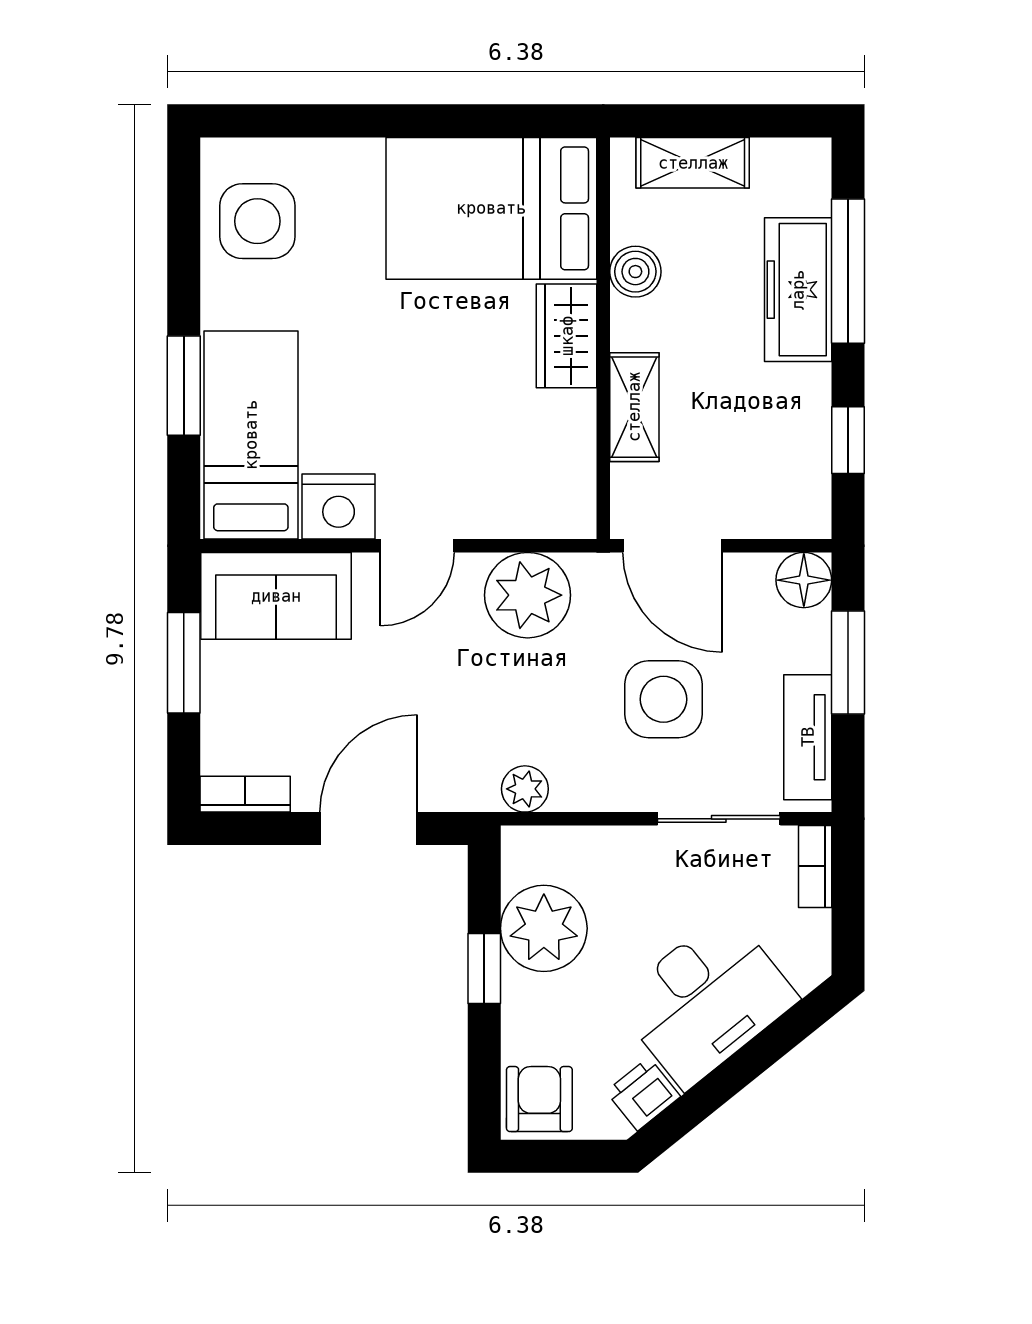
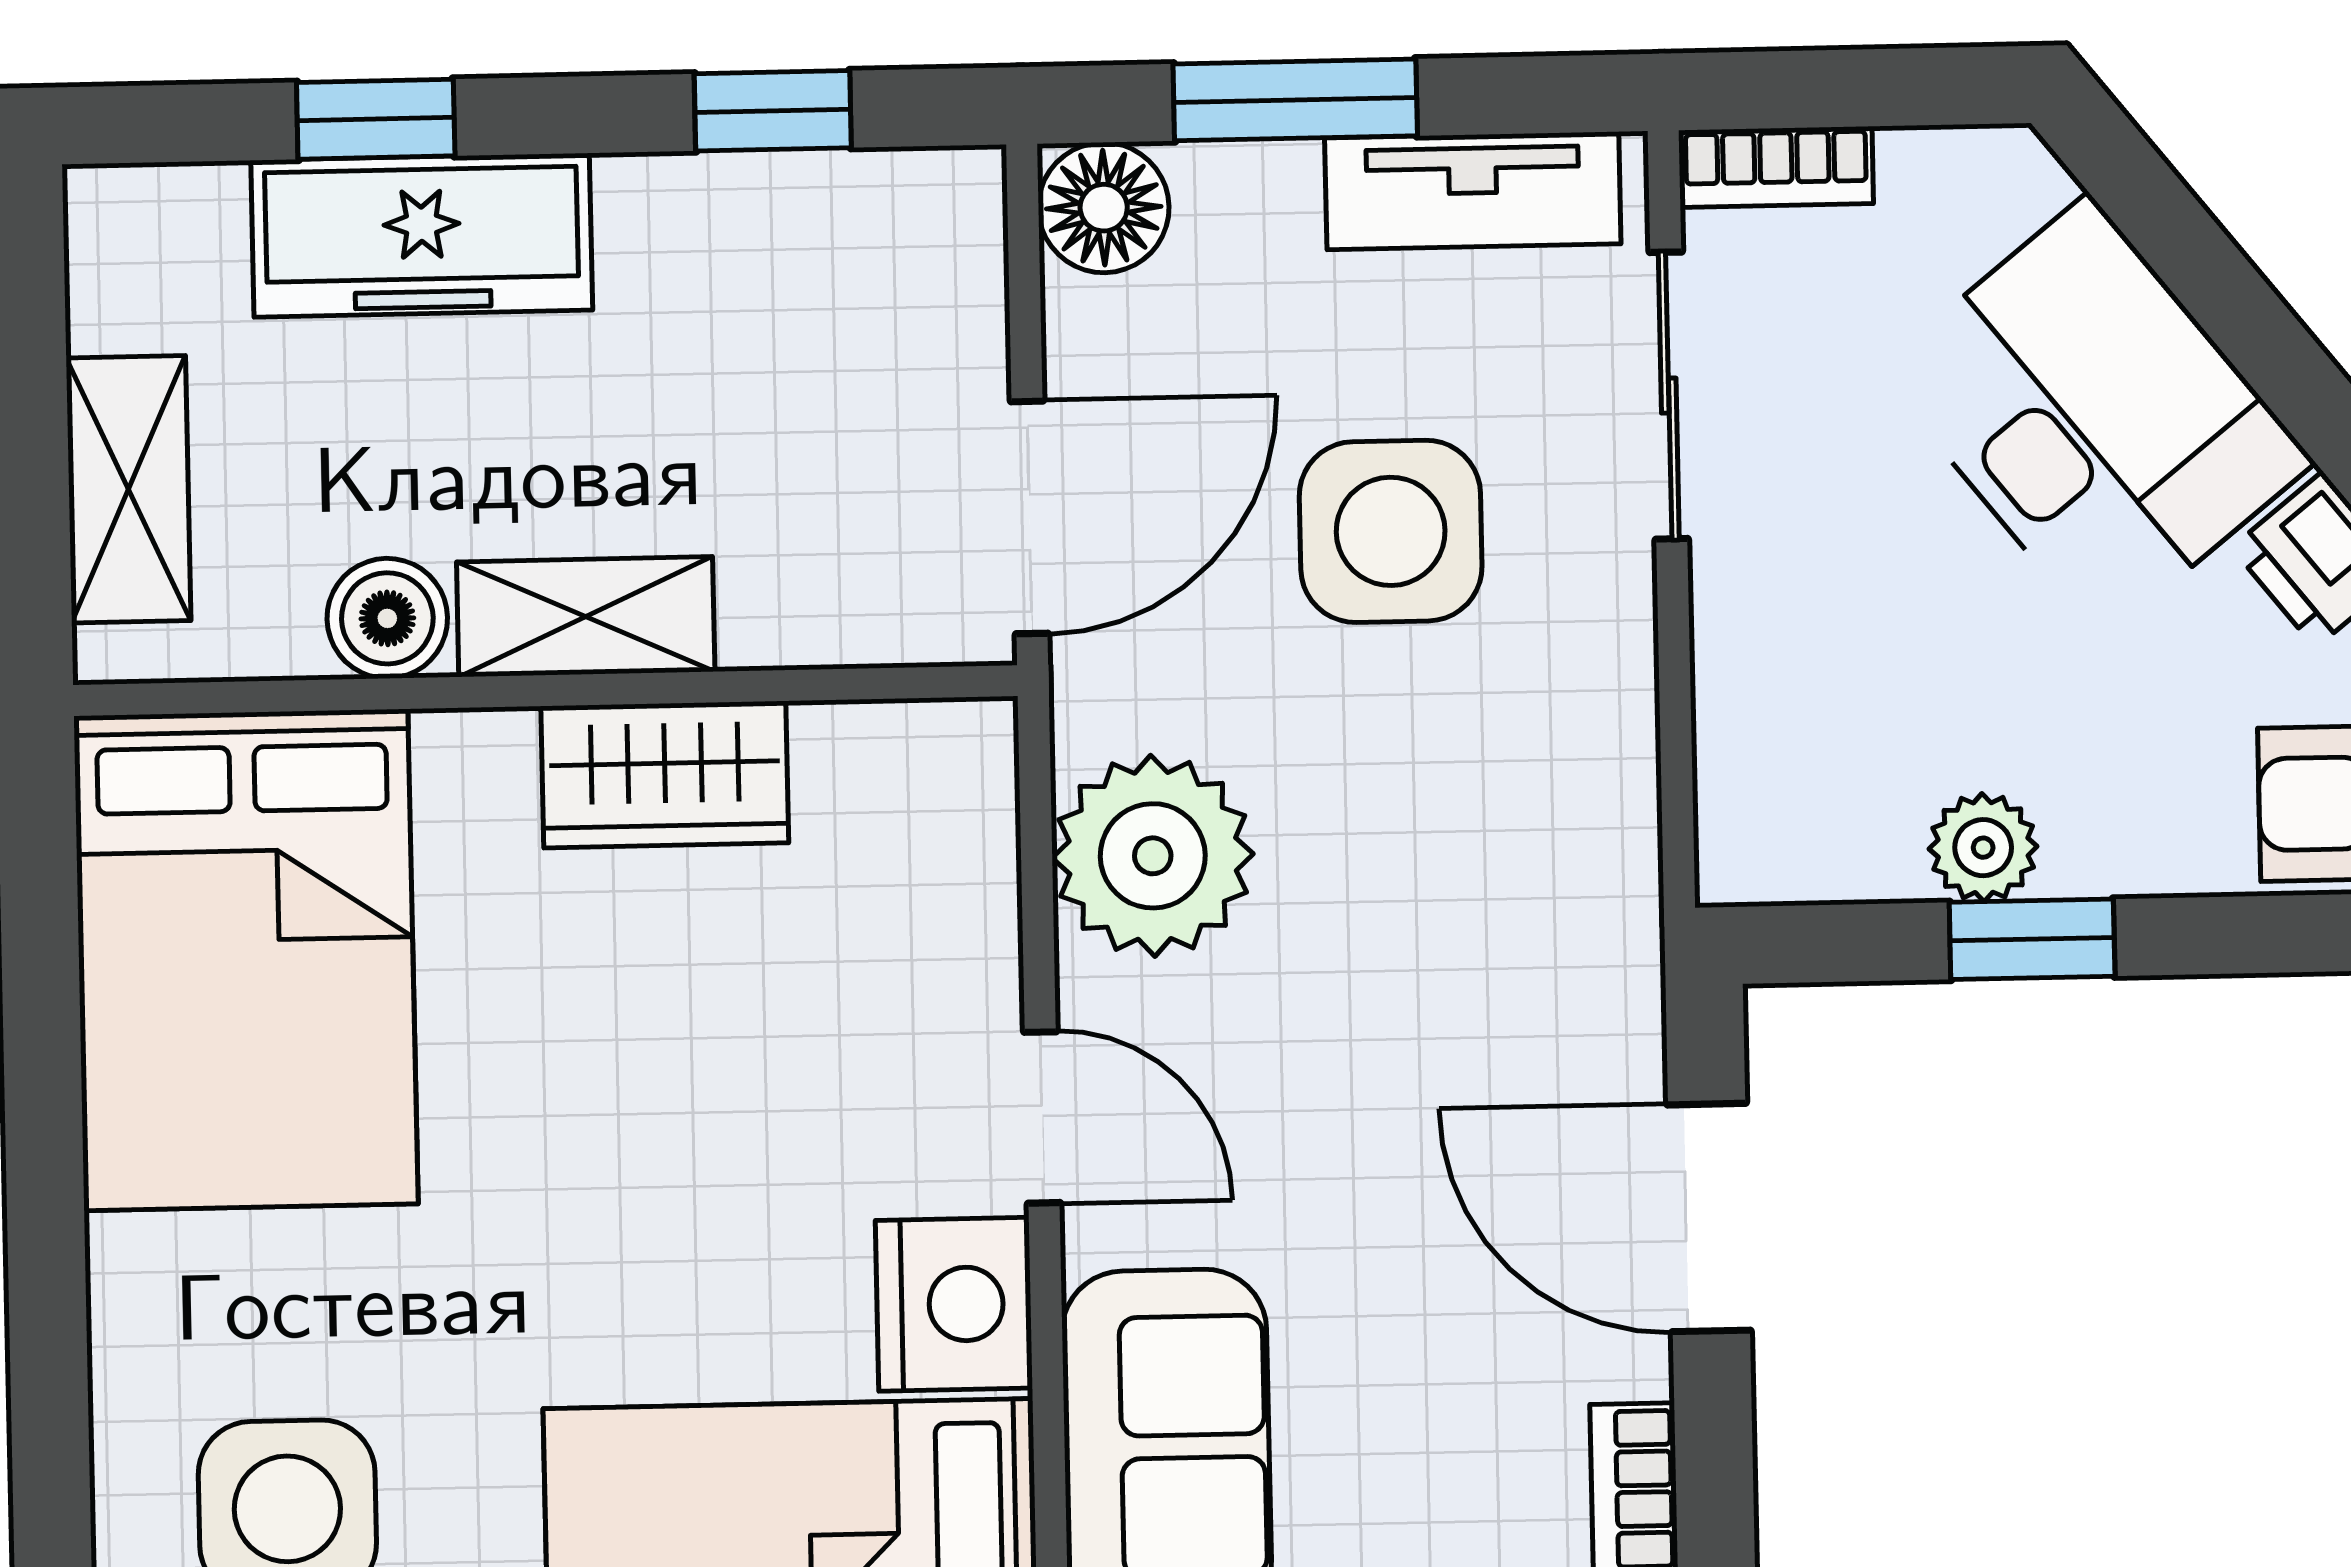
window: (848, 271) -> (376, 119), width x0.46
wardrobe: (567, 336) -> (665, 774), moved
shelving: (634, 407) -> (586, 617), moved
plant: (525, 789) -> (1608, 853), removed
plant: (544, 928) -> (1983, 848), width x0.53, depth x0.53

